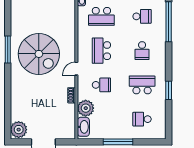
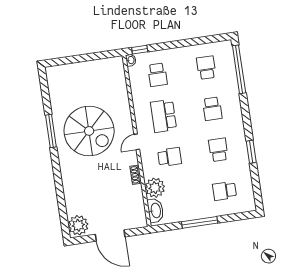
school desk: (101, 16) -> (157, 75), width x0.54
school desk: (142, 16) -> (206, 68), turned -90
school desk: (142, 85) -> (218, 150), width x0.54

